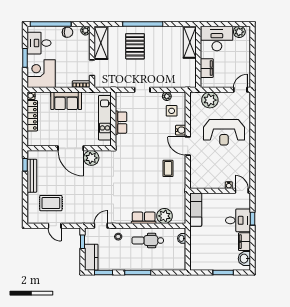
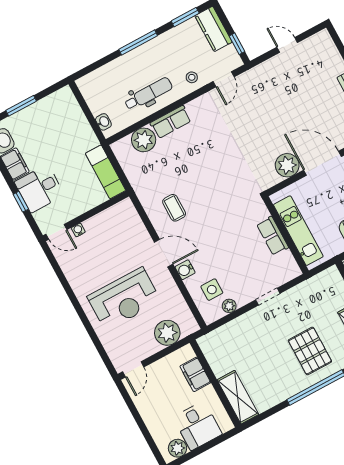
desk: (217, 38) -> (198, 426), width x0.73
reception desk: (224, 132) -> (124, 299), turned 180
rug: (51, 203) -> (309, 73), removed

